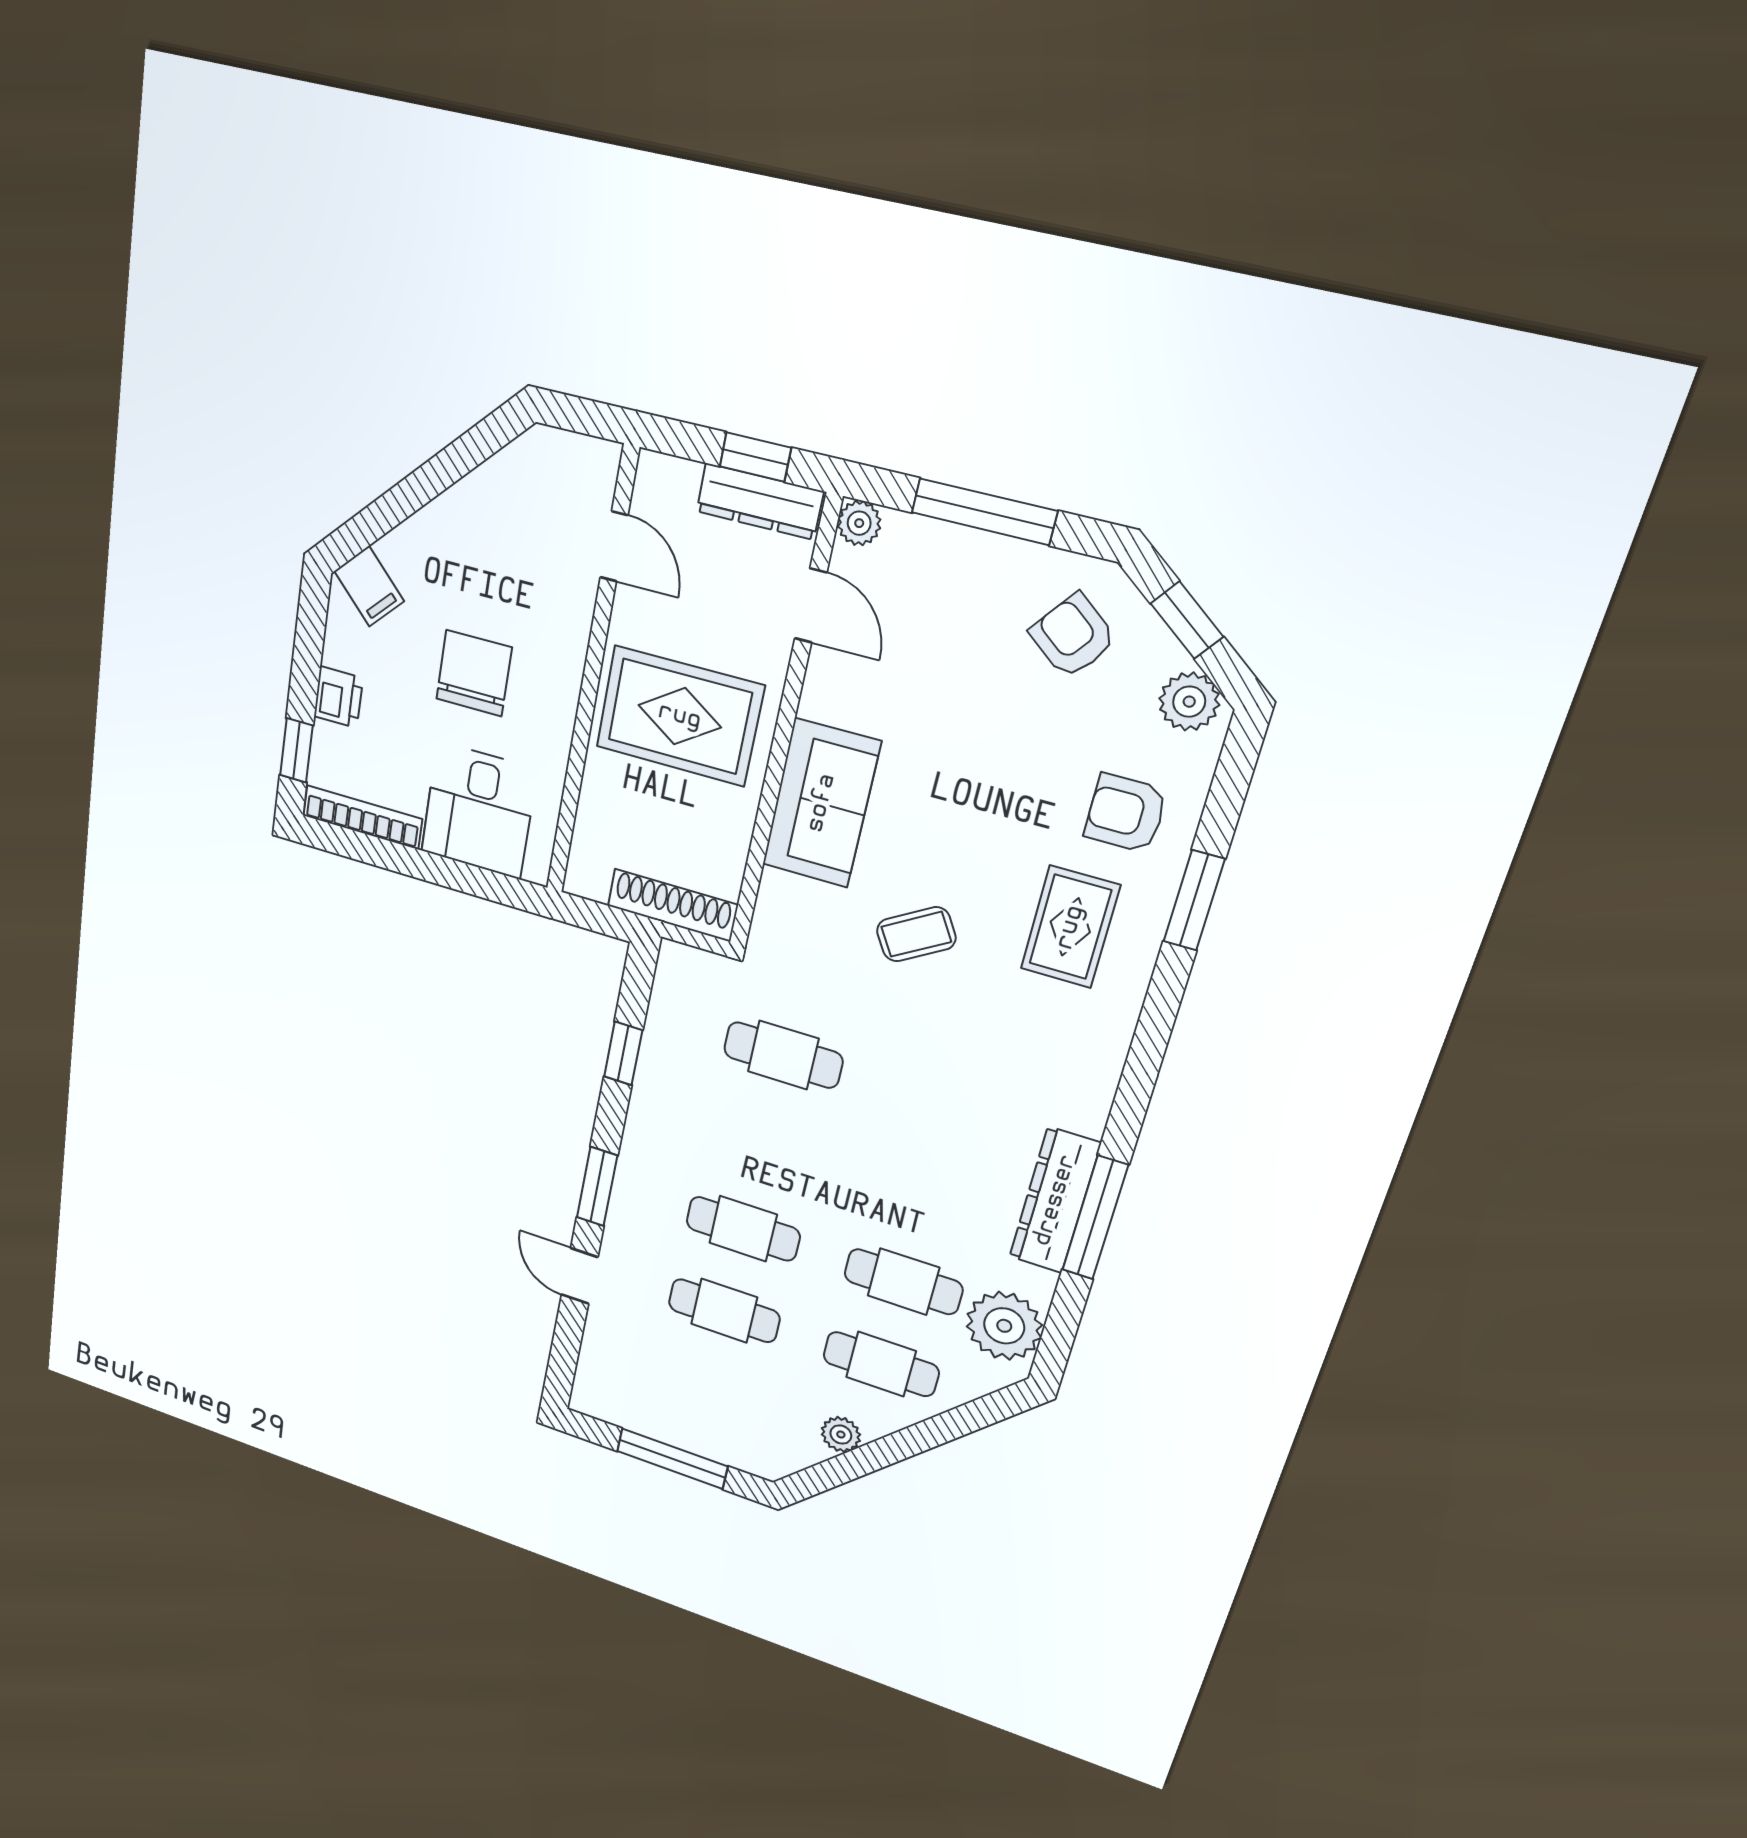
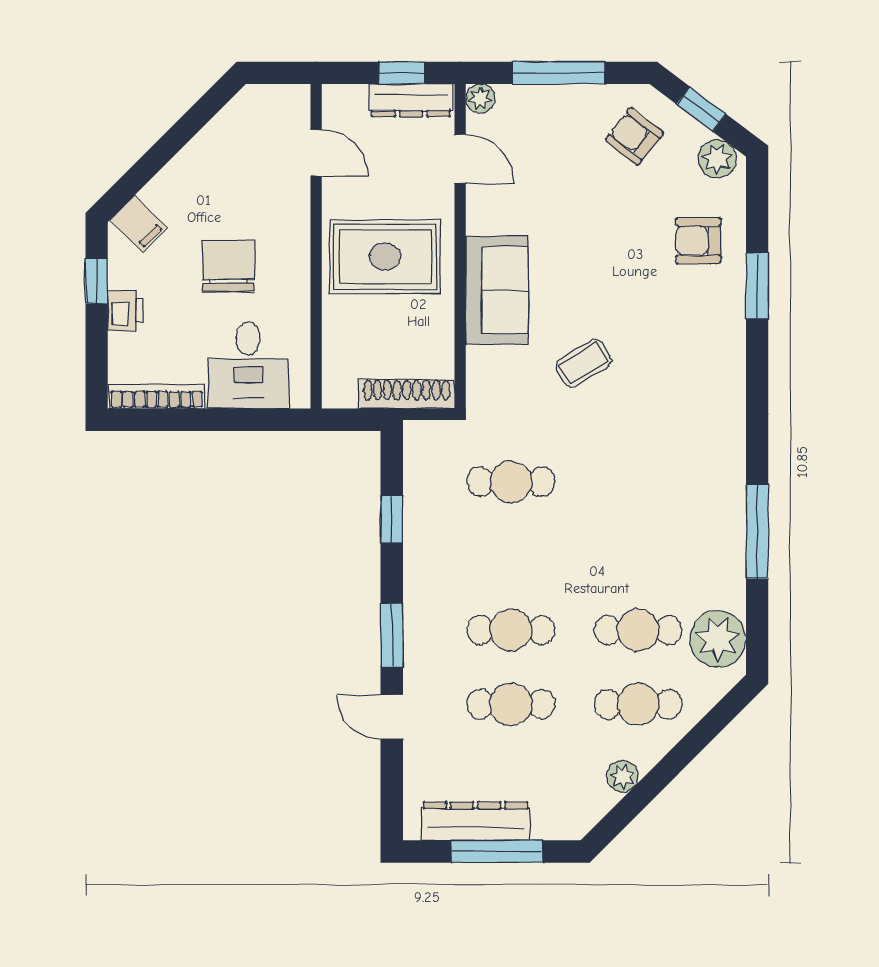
window: (296, 750) -> (97, 281), moved
rug: (1070, 927) -> (684, 327), removed
dresser: (1055, 1200) -> (476, 821), moved, turned 90

